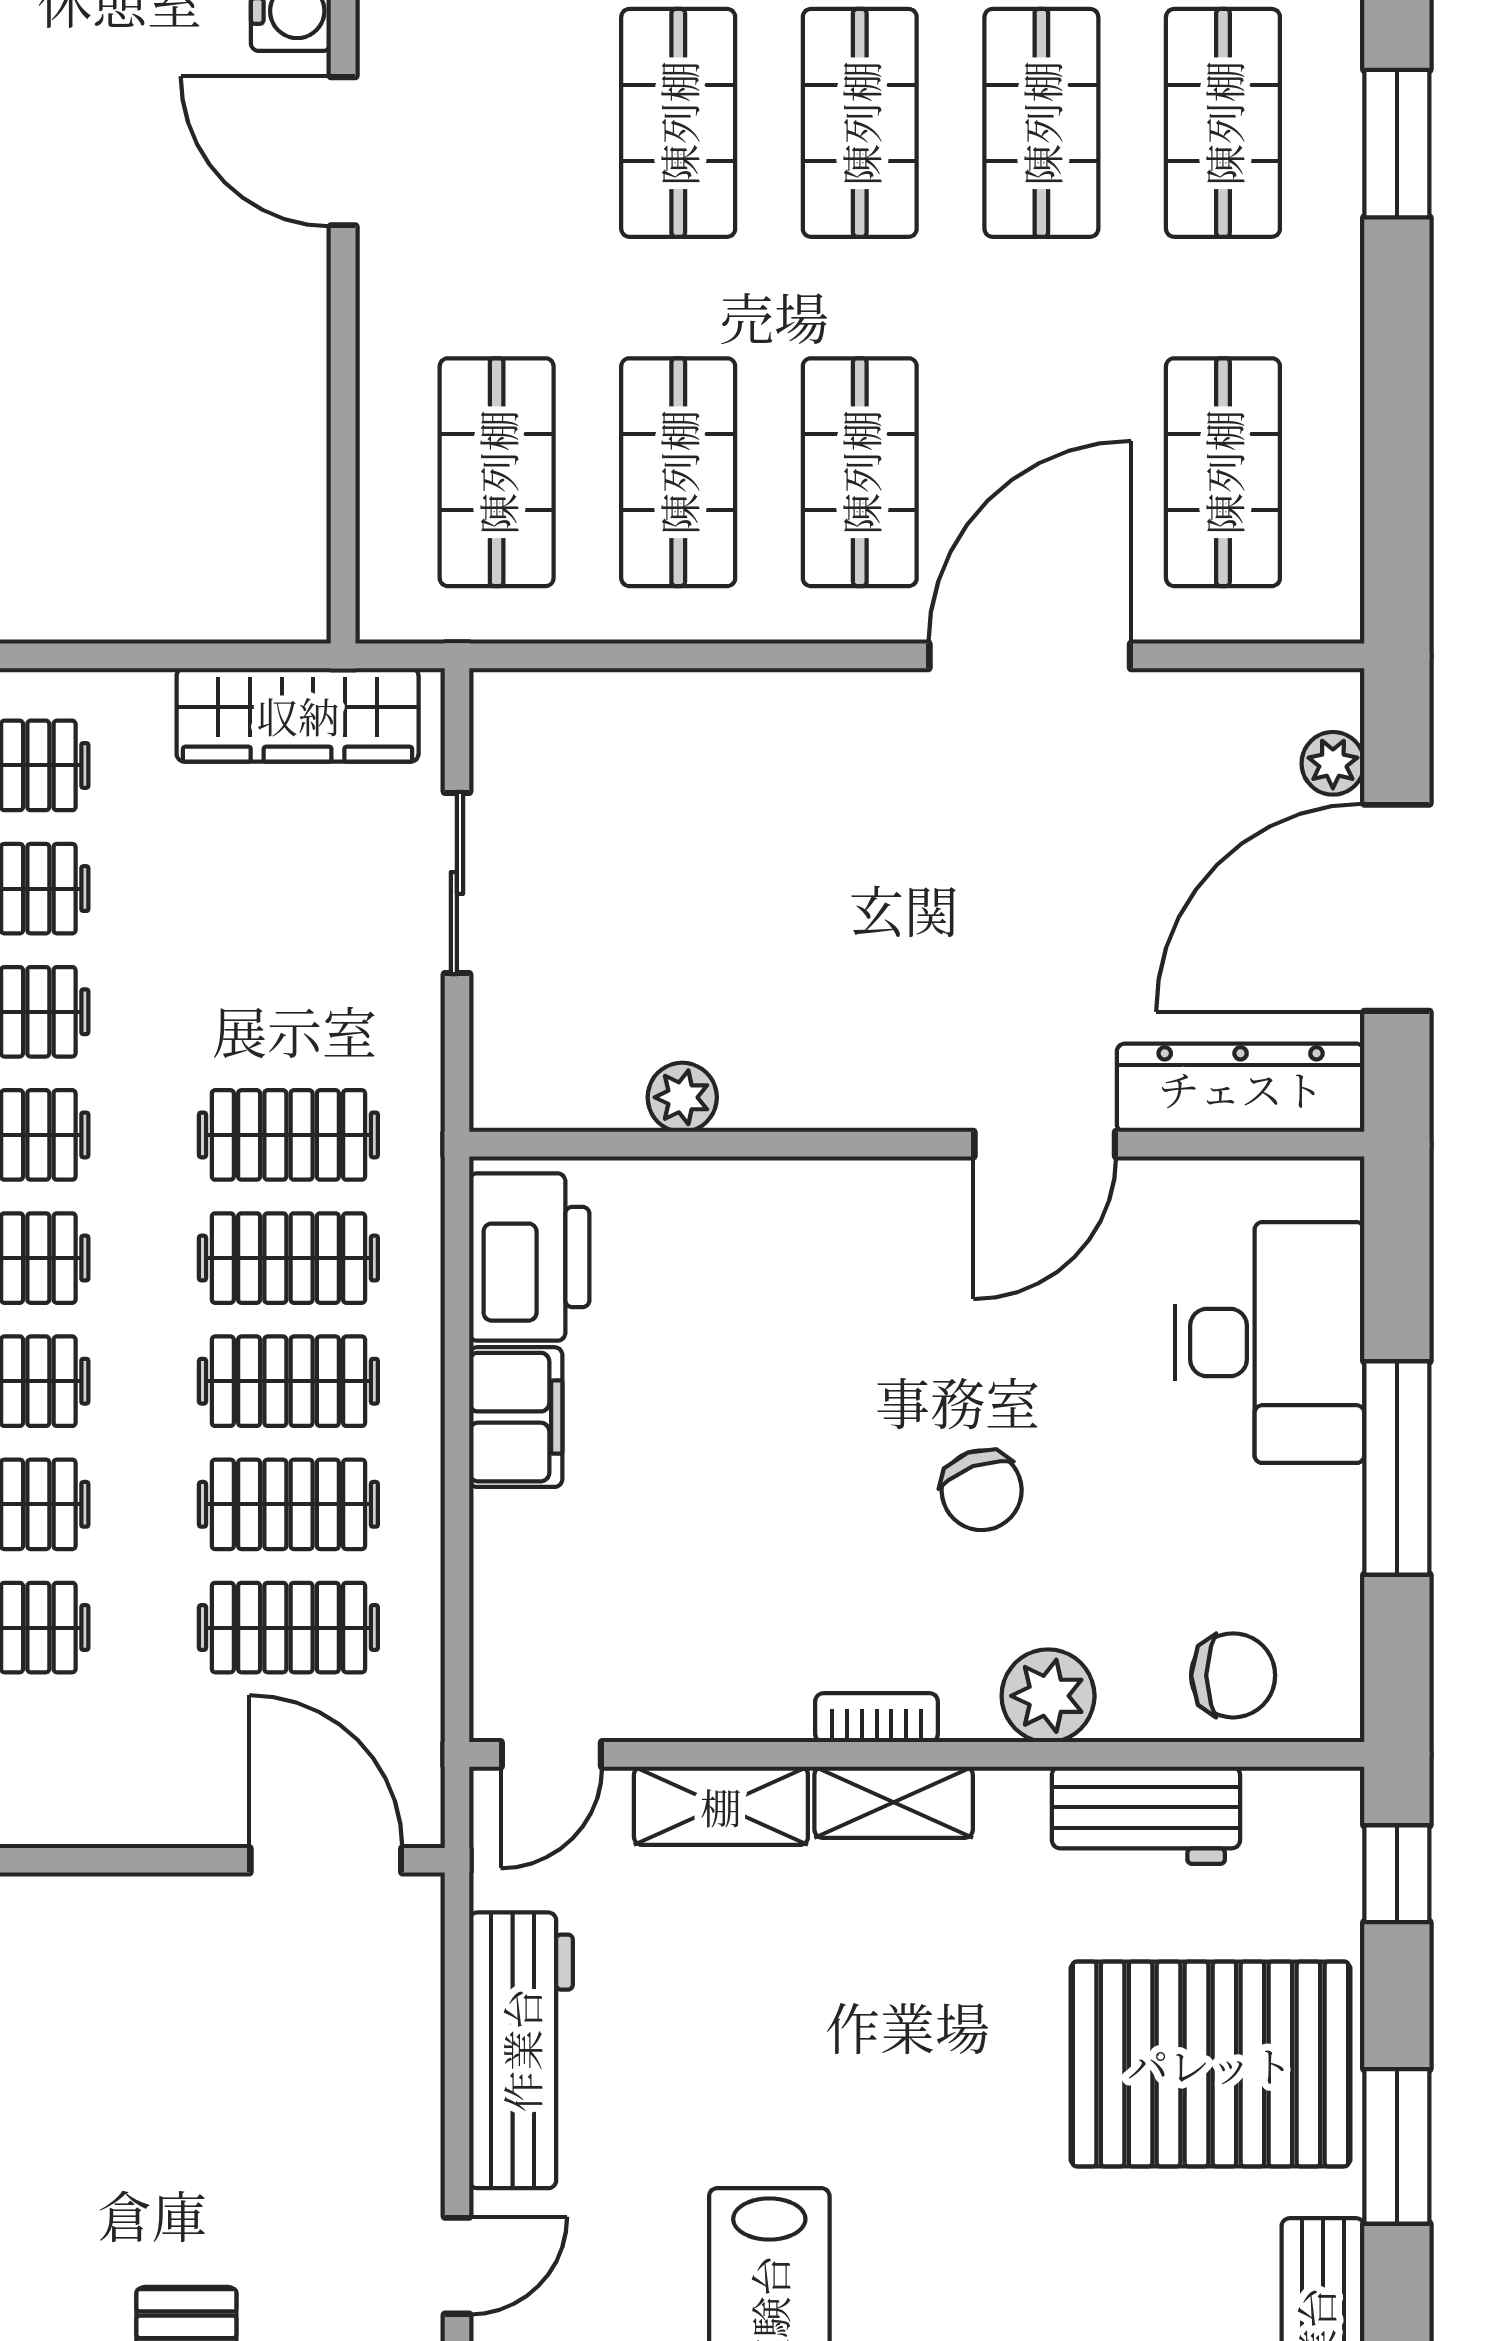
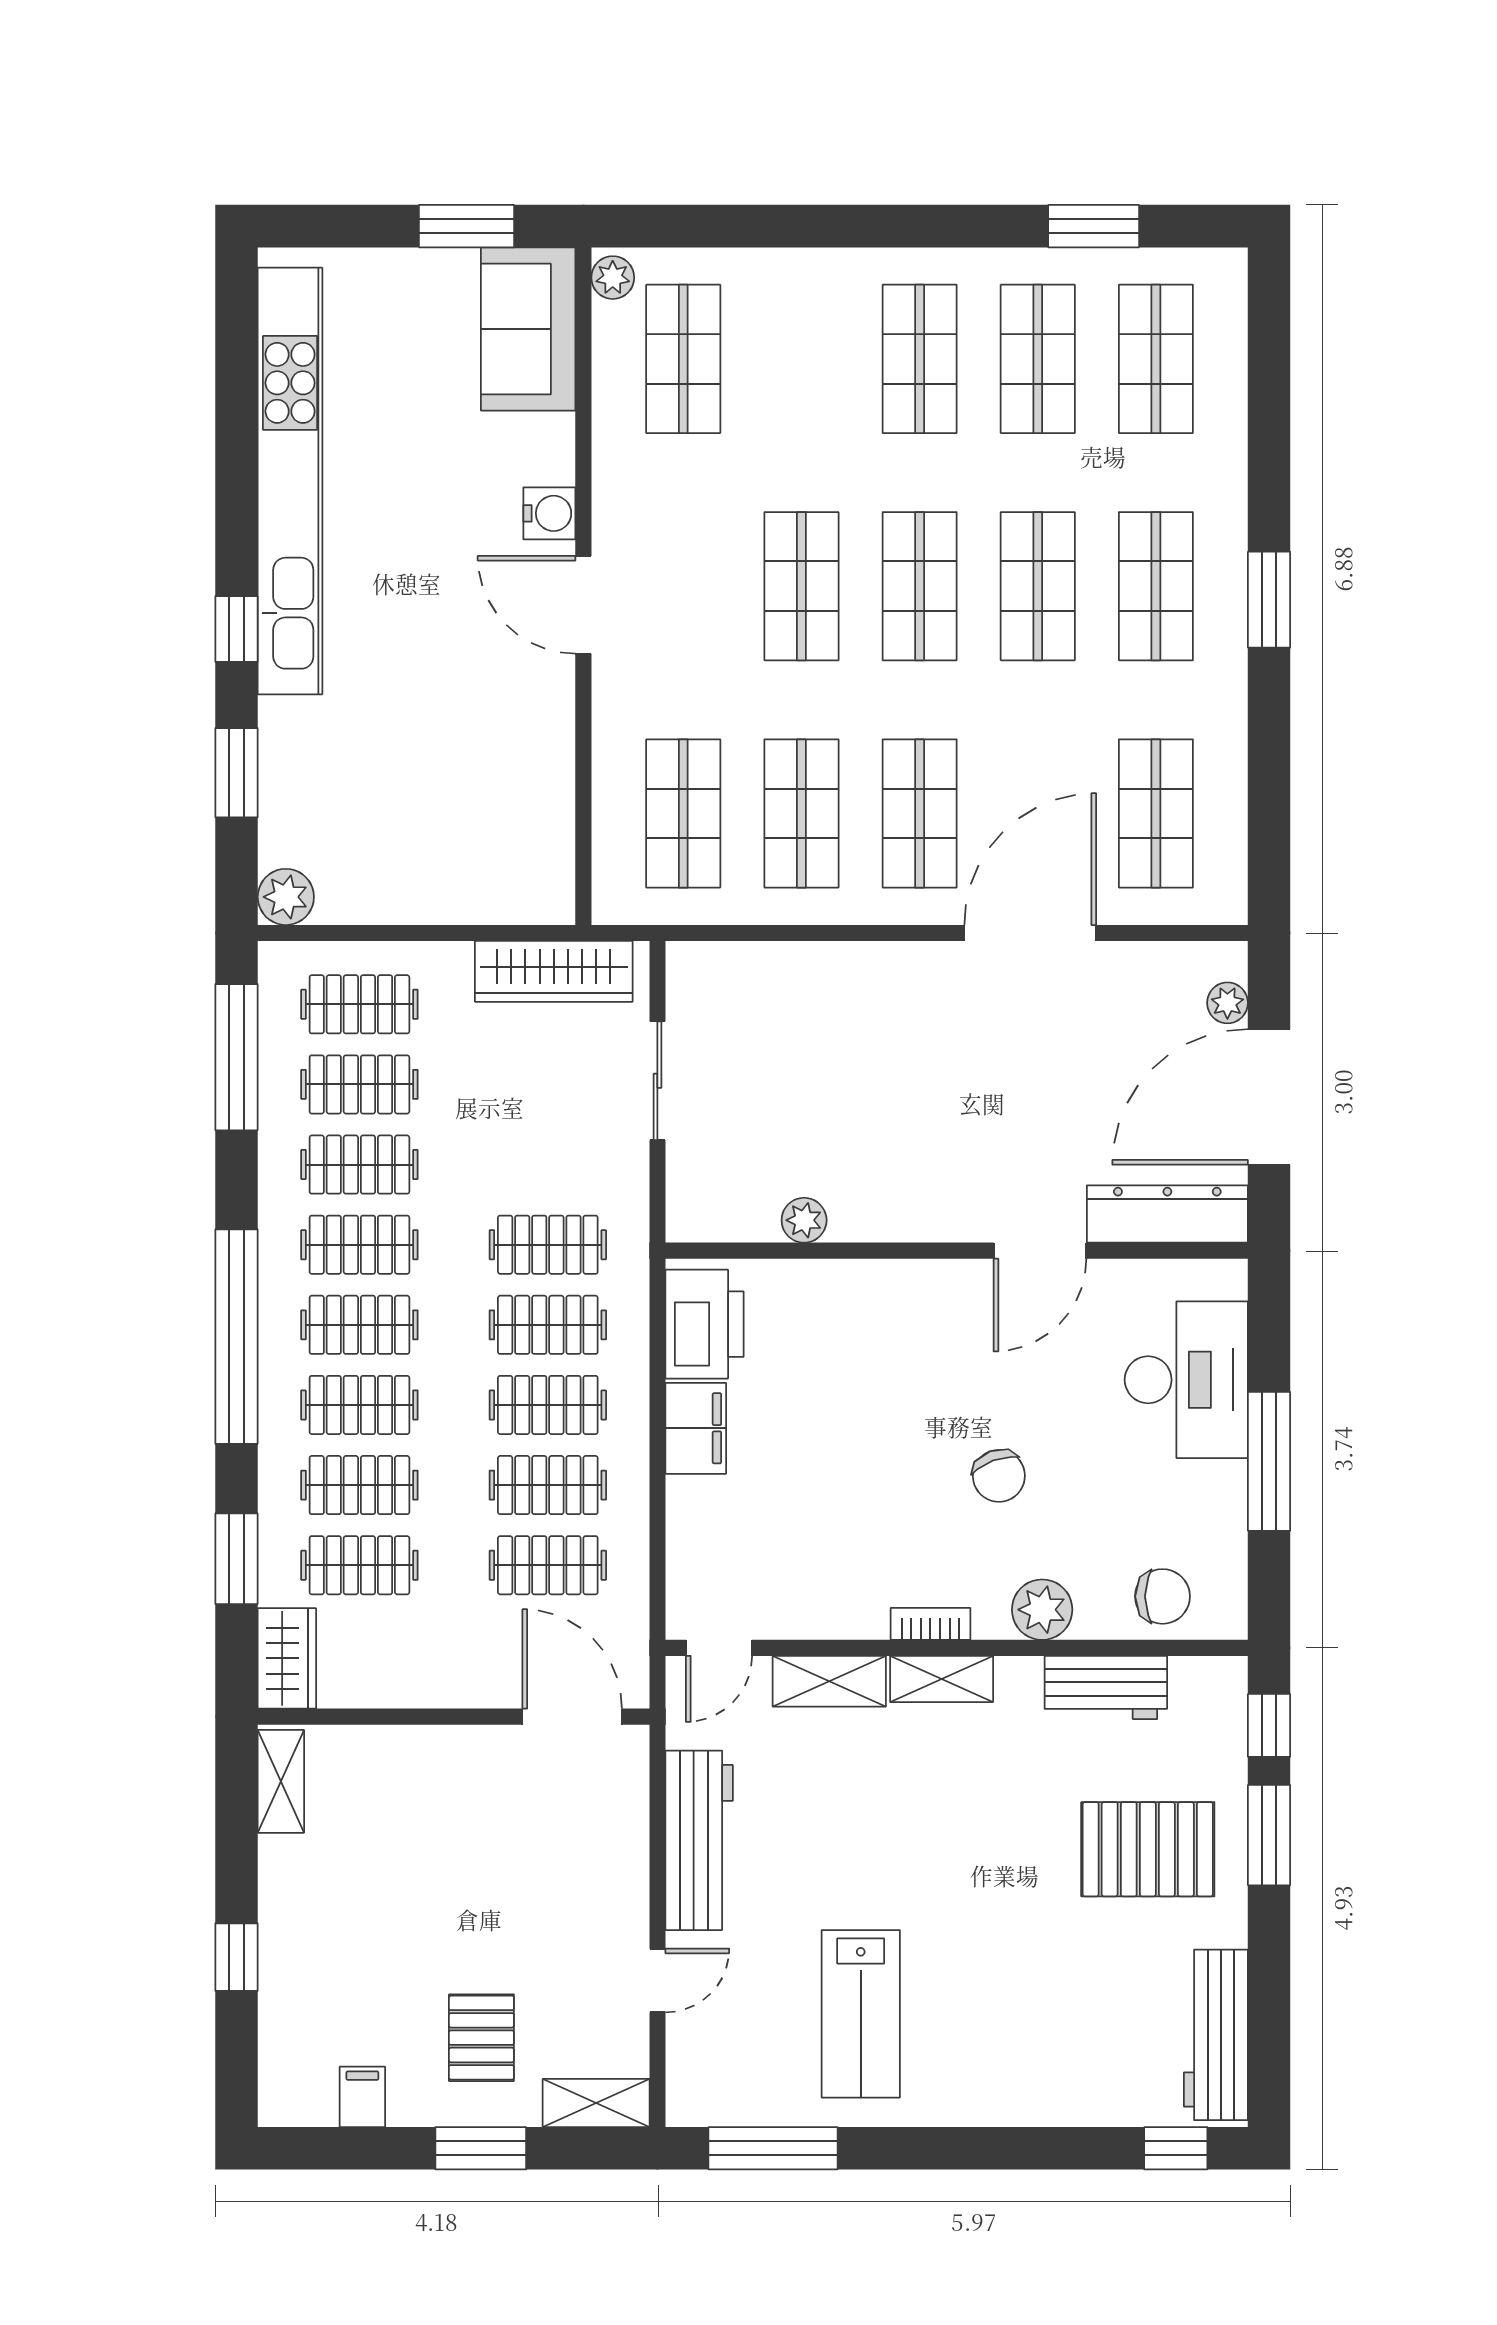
pallet: (1210, 2064) -> (1148, 1849), width x0.73, depth x0.71
window: (1397, 2146) -> (1269, 1835), moved

